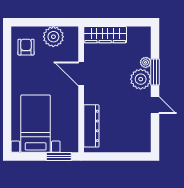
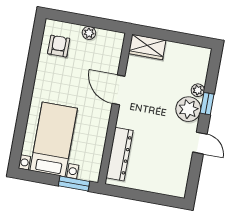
wardrobe: (105, 35) -> (147, 47), width x0.67
plant: (53, 37) -> (89, 33), width x0.53, depth x0.53
window: (155, 72) -> (207, 104), width x0.67

